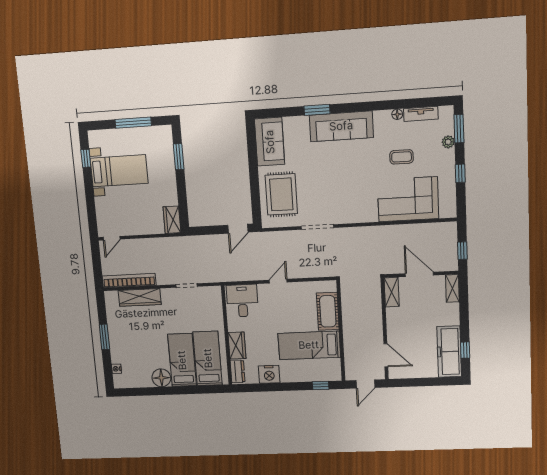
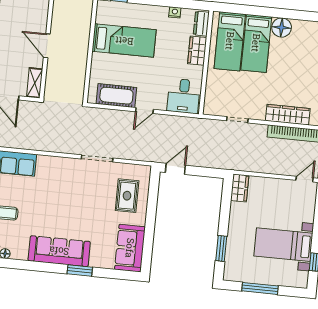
rug: (281, 194) -> (127, 196), width x0.73, depth x0.70
cot: (328, 311) -> (116, 96), moved, turned 90
door: (386, 355) -> (47, 46), moved
nightstand: (269, 374) -> (175, 12), width x0.53, depth x0.56

